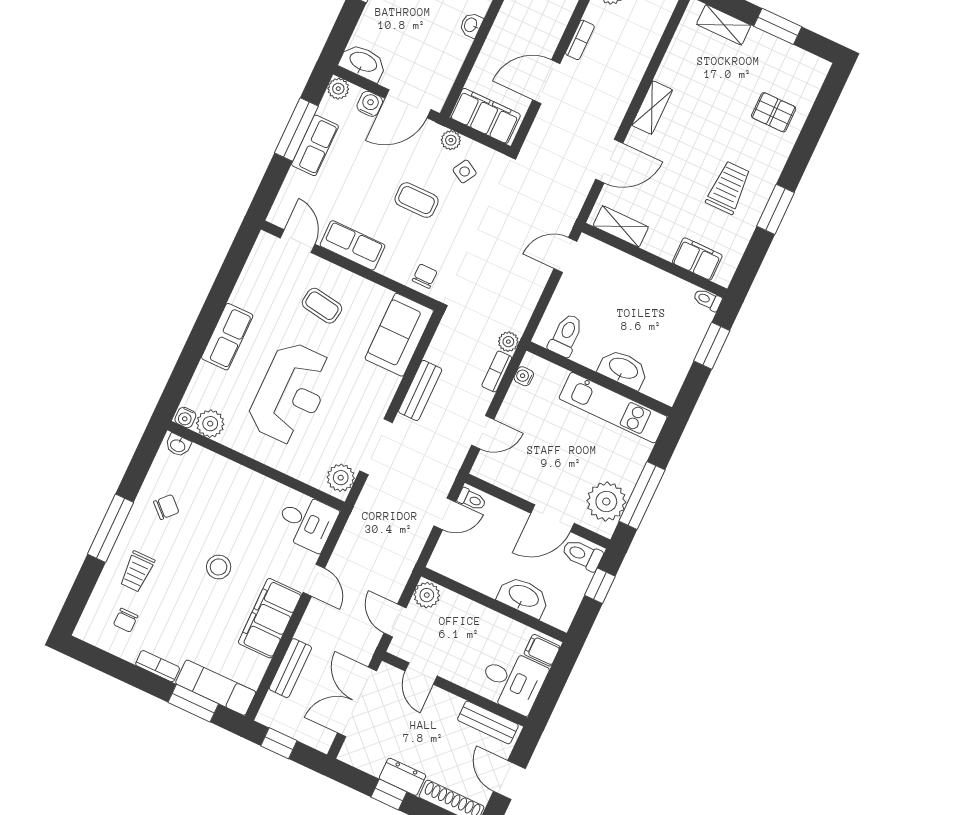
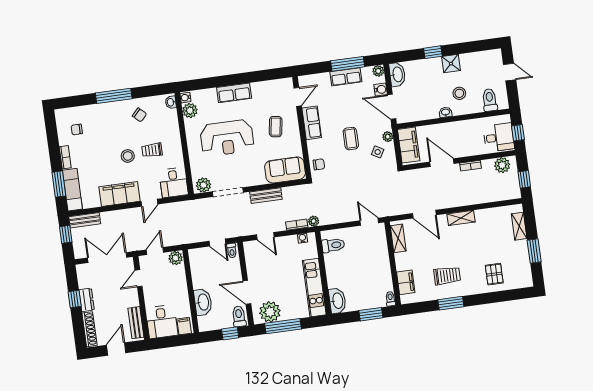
washbasin: (623, 369) -> (337, 301), moved
trolley: (137, 571) -> (152, 150), moved
bench: (290, 668) -> (85, 220), moved

